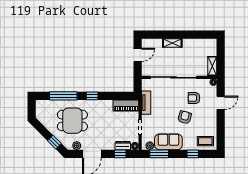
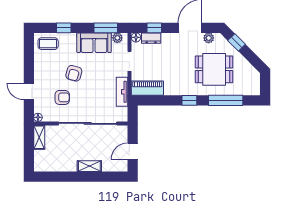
door: (221, 103) -> (29, 91), hinge flipped

